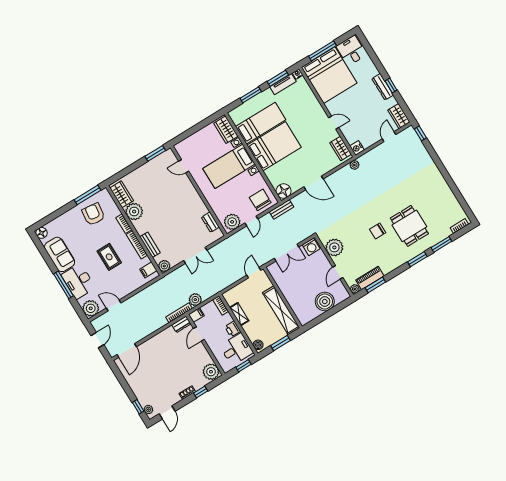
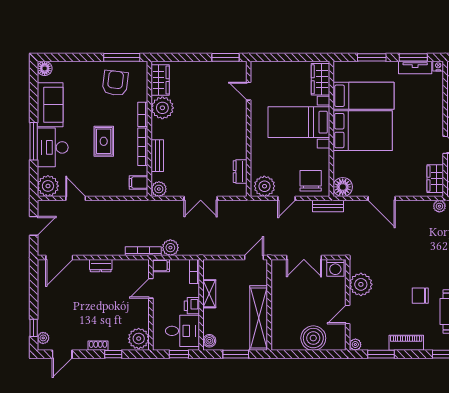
piano: (370, 278) -> (406, 343), moved
dresser: (181, 324) -> (101, 266), moved

